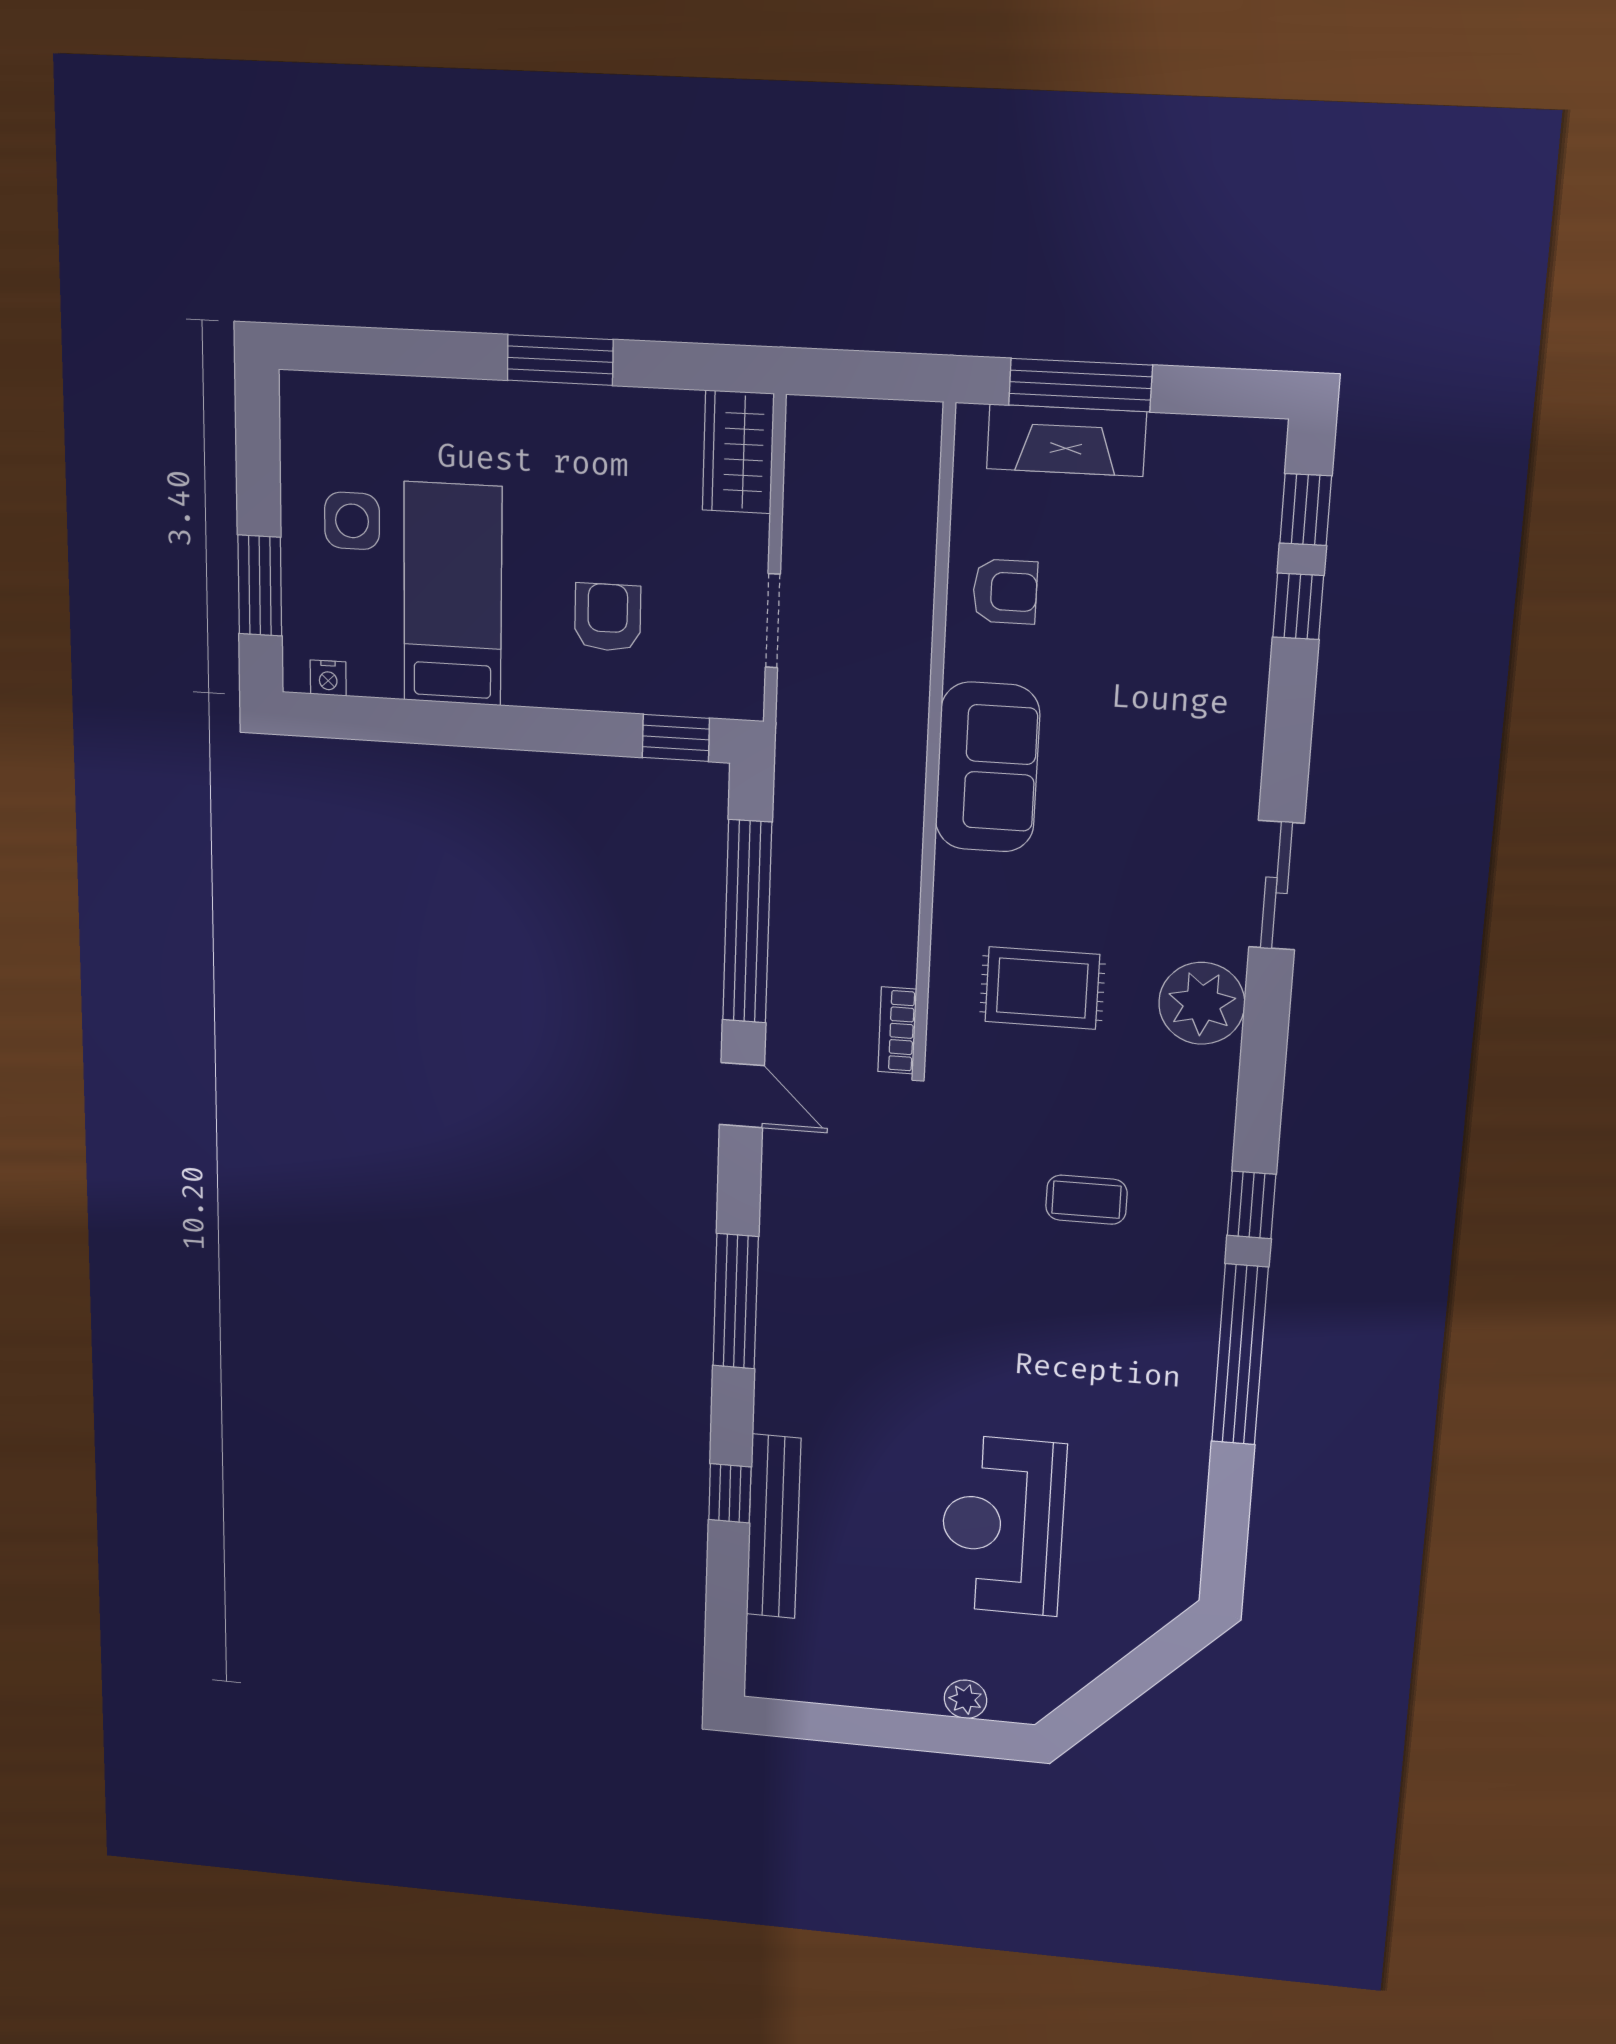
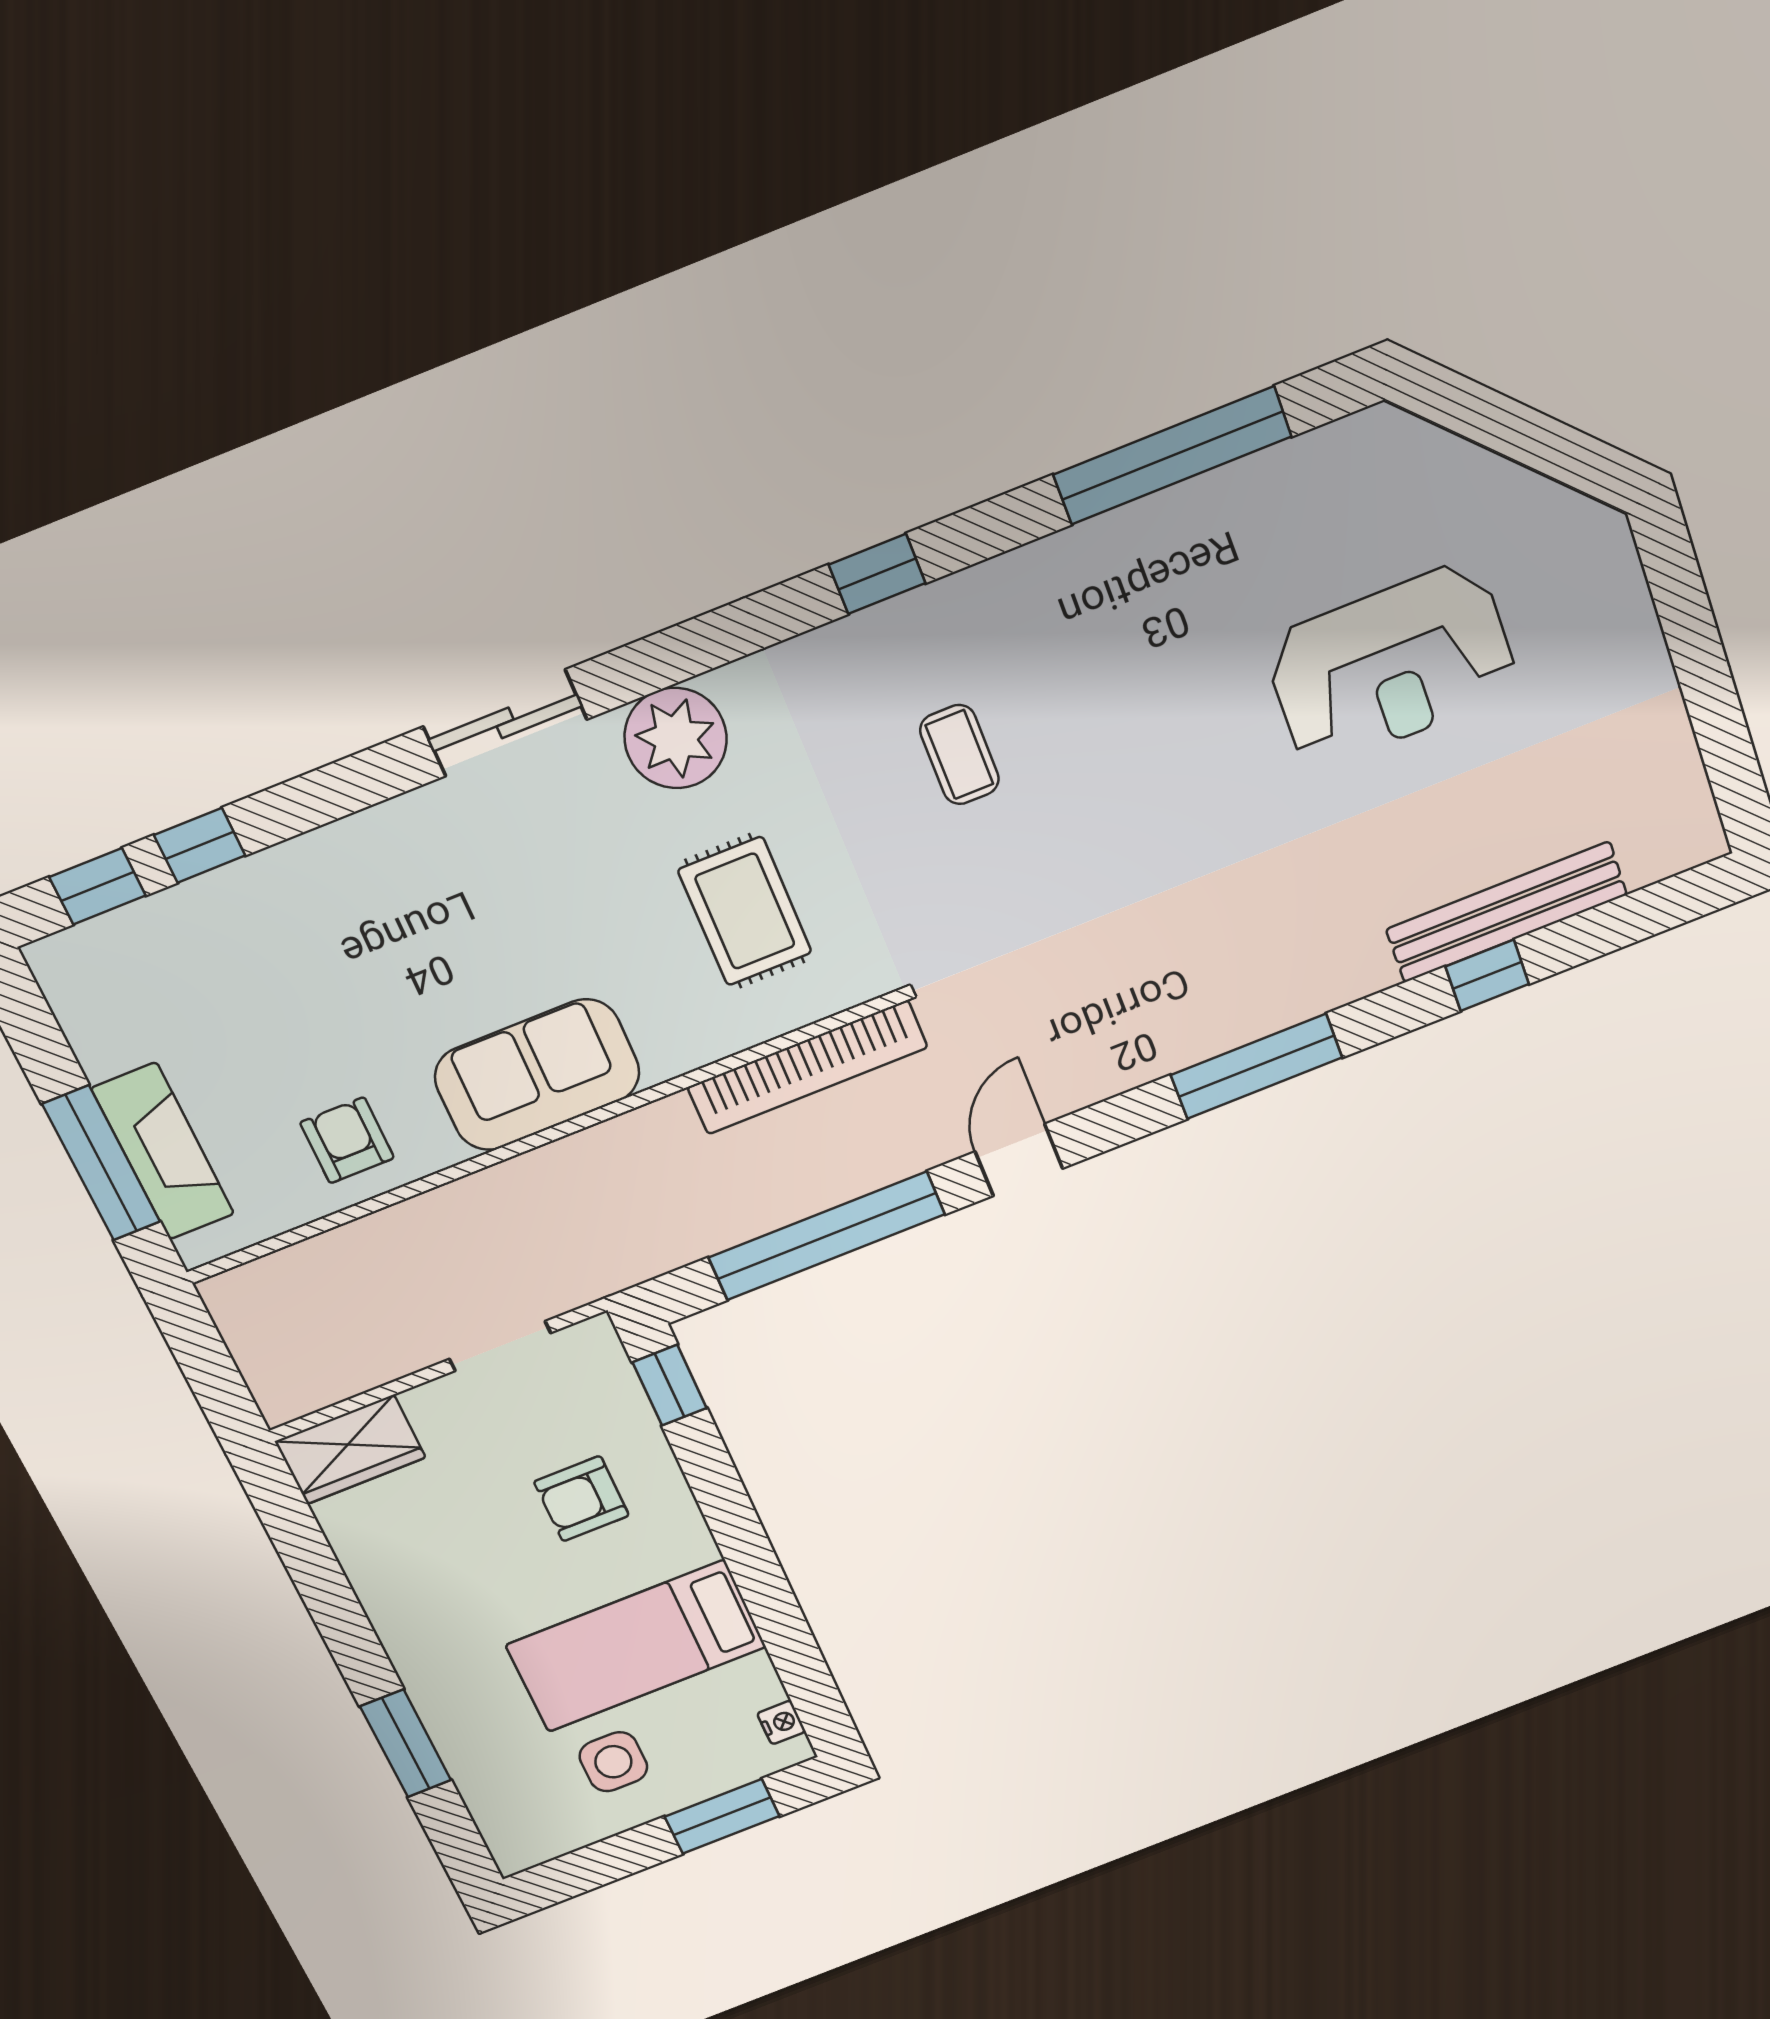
window: (560, 360) -> (406, 1743), moved
bookcase: (897, 1030) -> (808, 1067), width x2.31, depth x1.31
window: (1240, 1355) -> (1173, 456), moved
plant: (965, 1699) -> (1628, 607), removed

